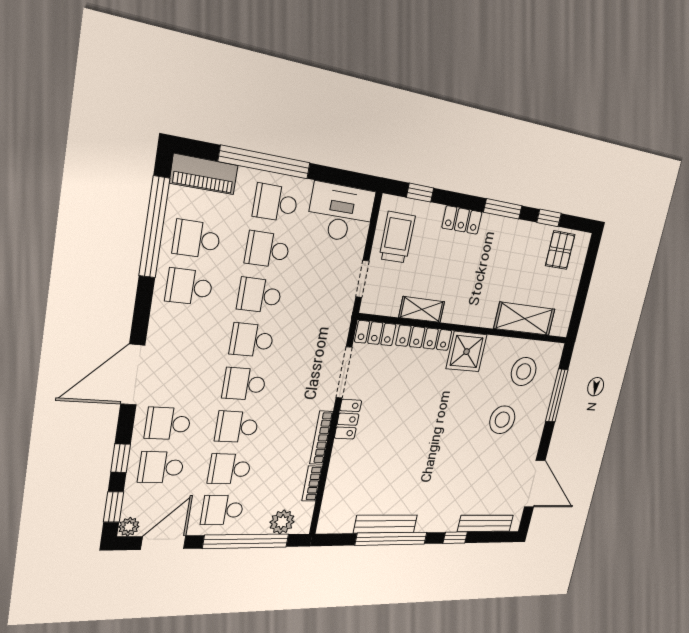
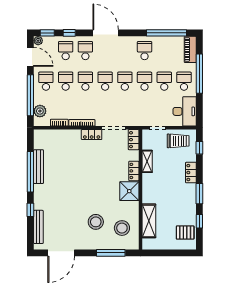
school desk: (197, 239) -> (164, 51), removed
locker: (424, 338) -> (134, 171), width x0.66

